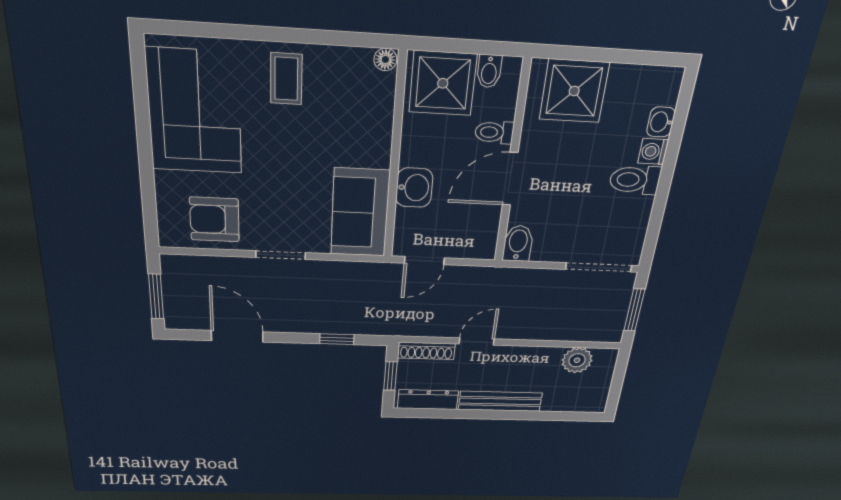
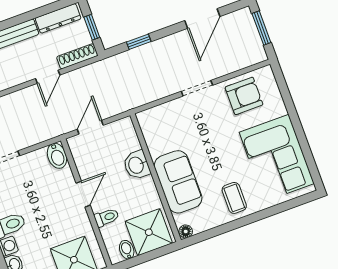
door: (510, 179) -> (83, 194), width x0.73
sofa: (360, 213) -> (178, 182), moved
door: (424, 261) -> (90, 127), moved
door: (237, 336) -> (202, 19), hinge flipped

